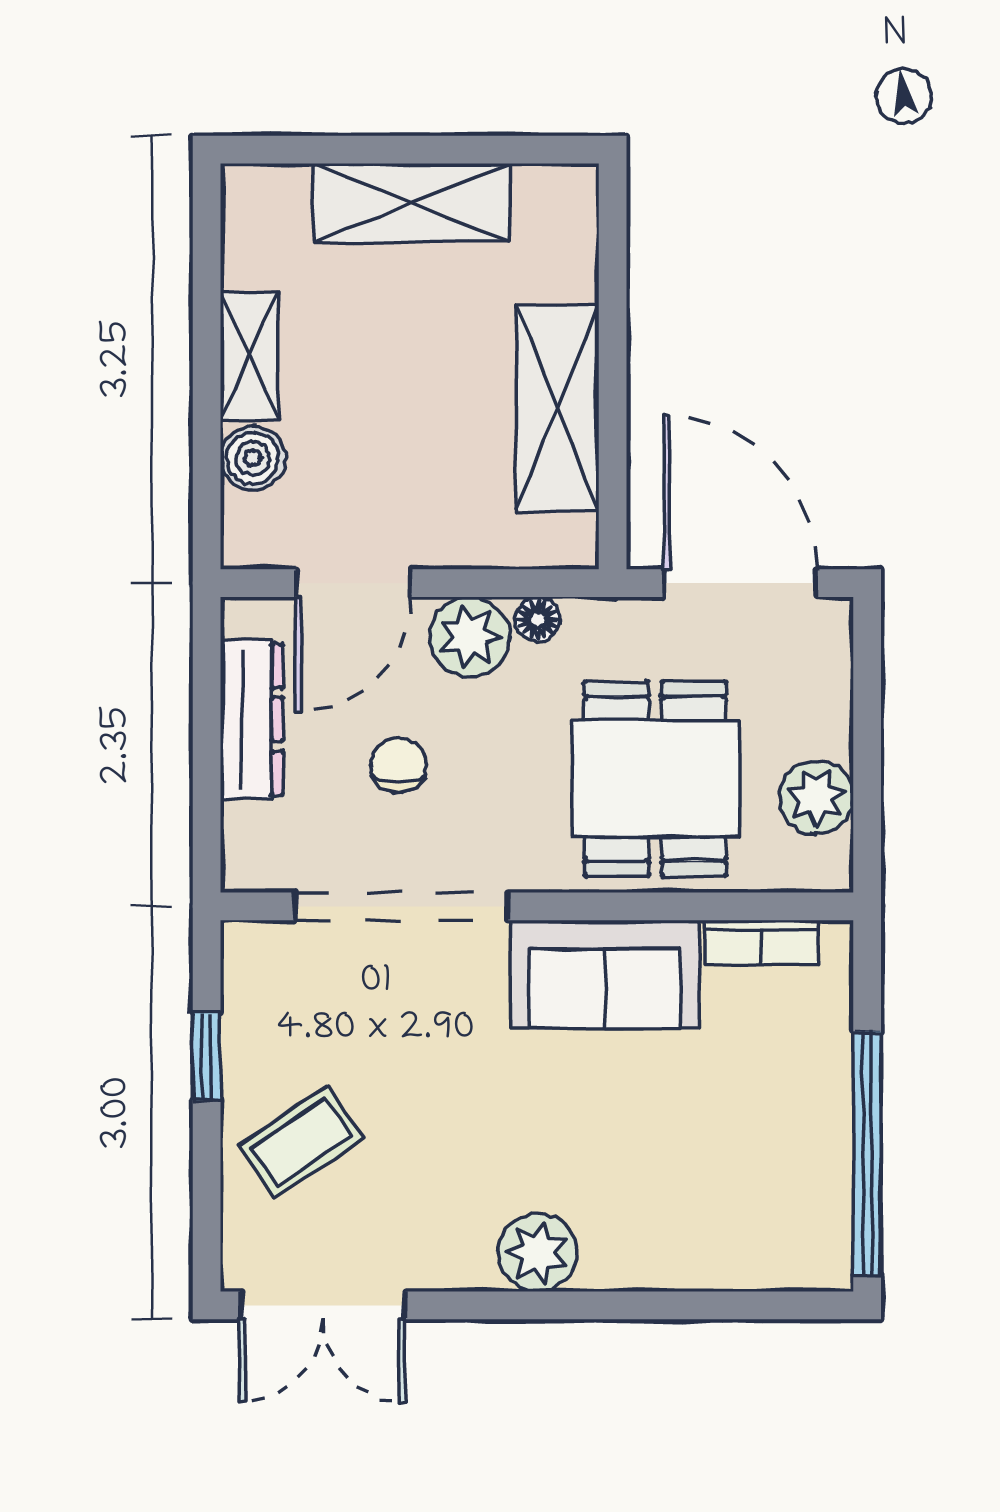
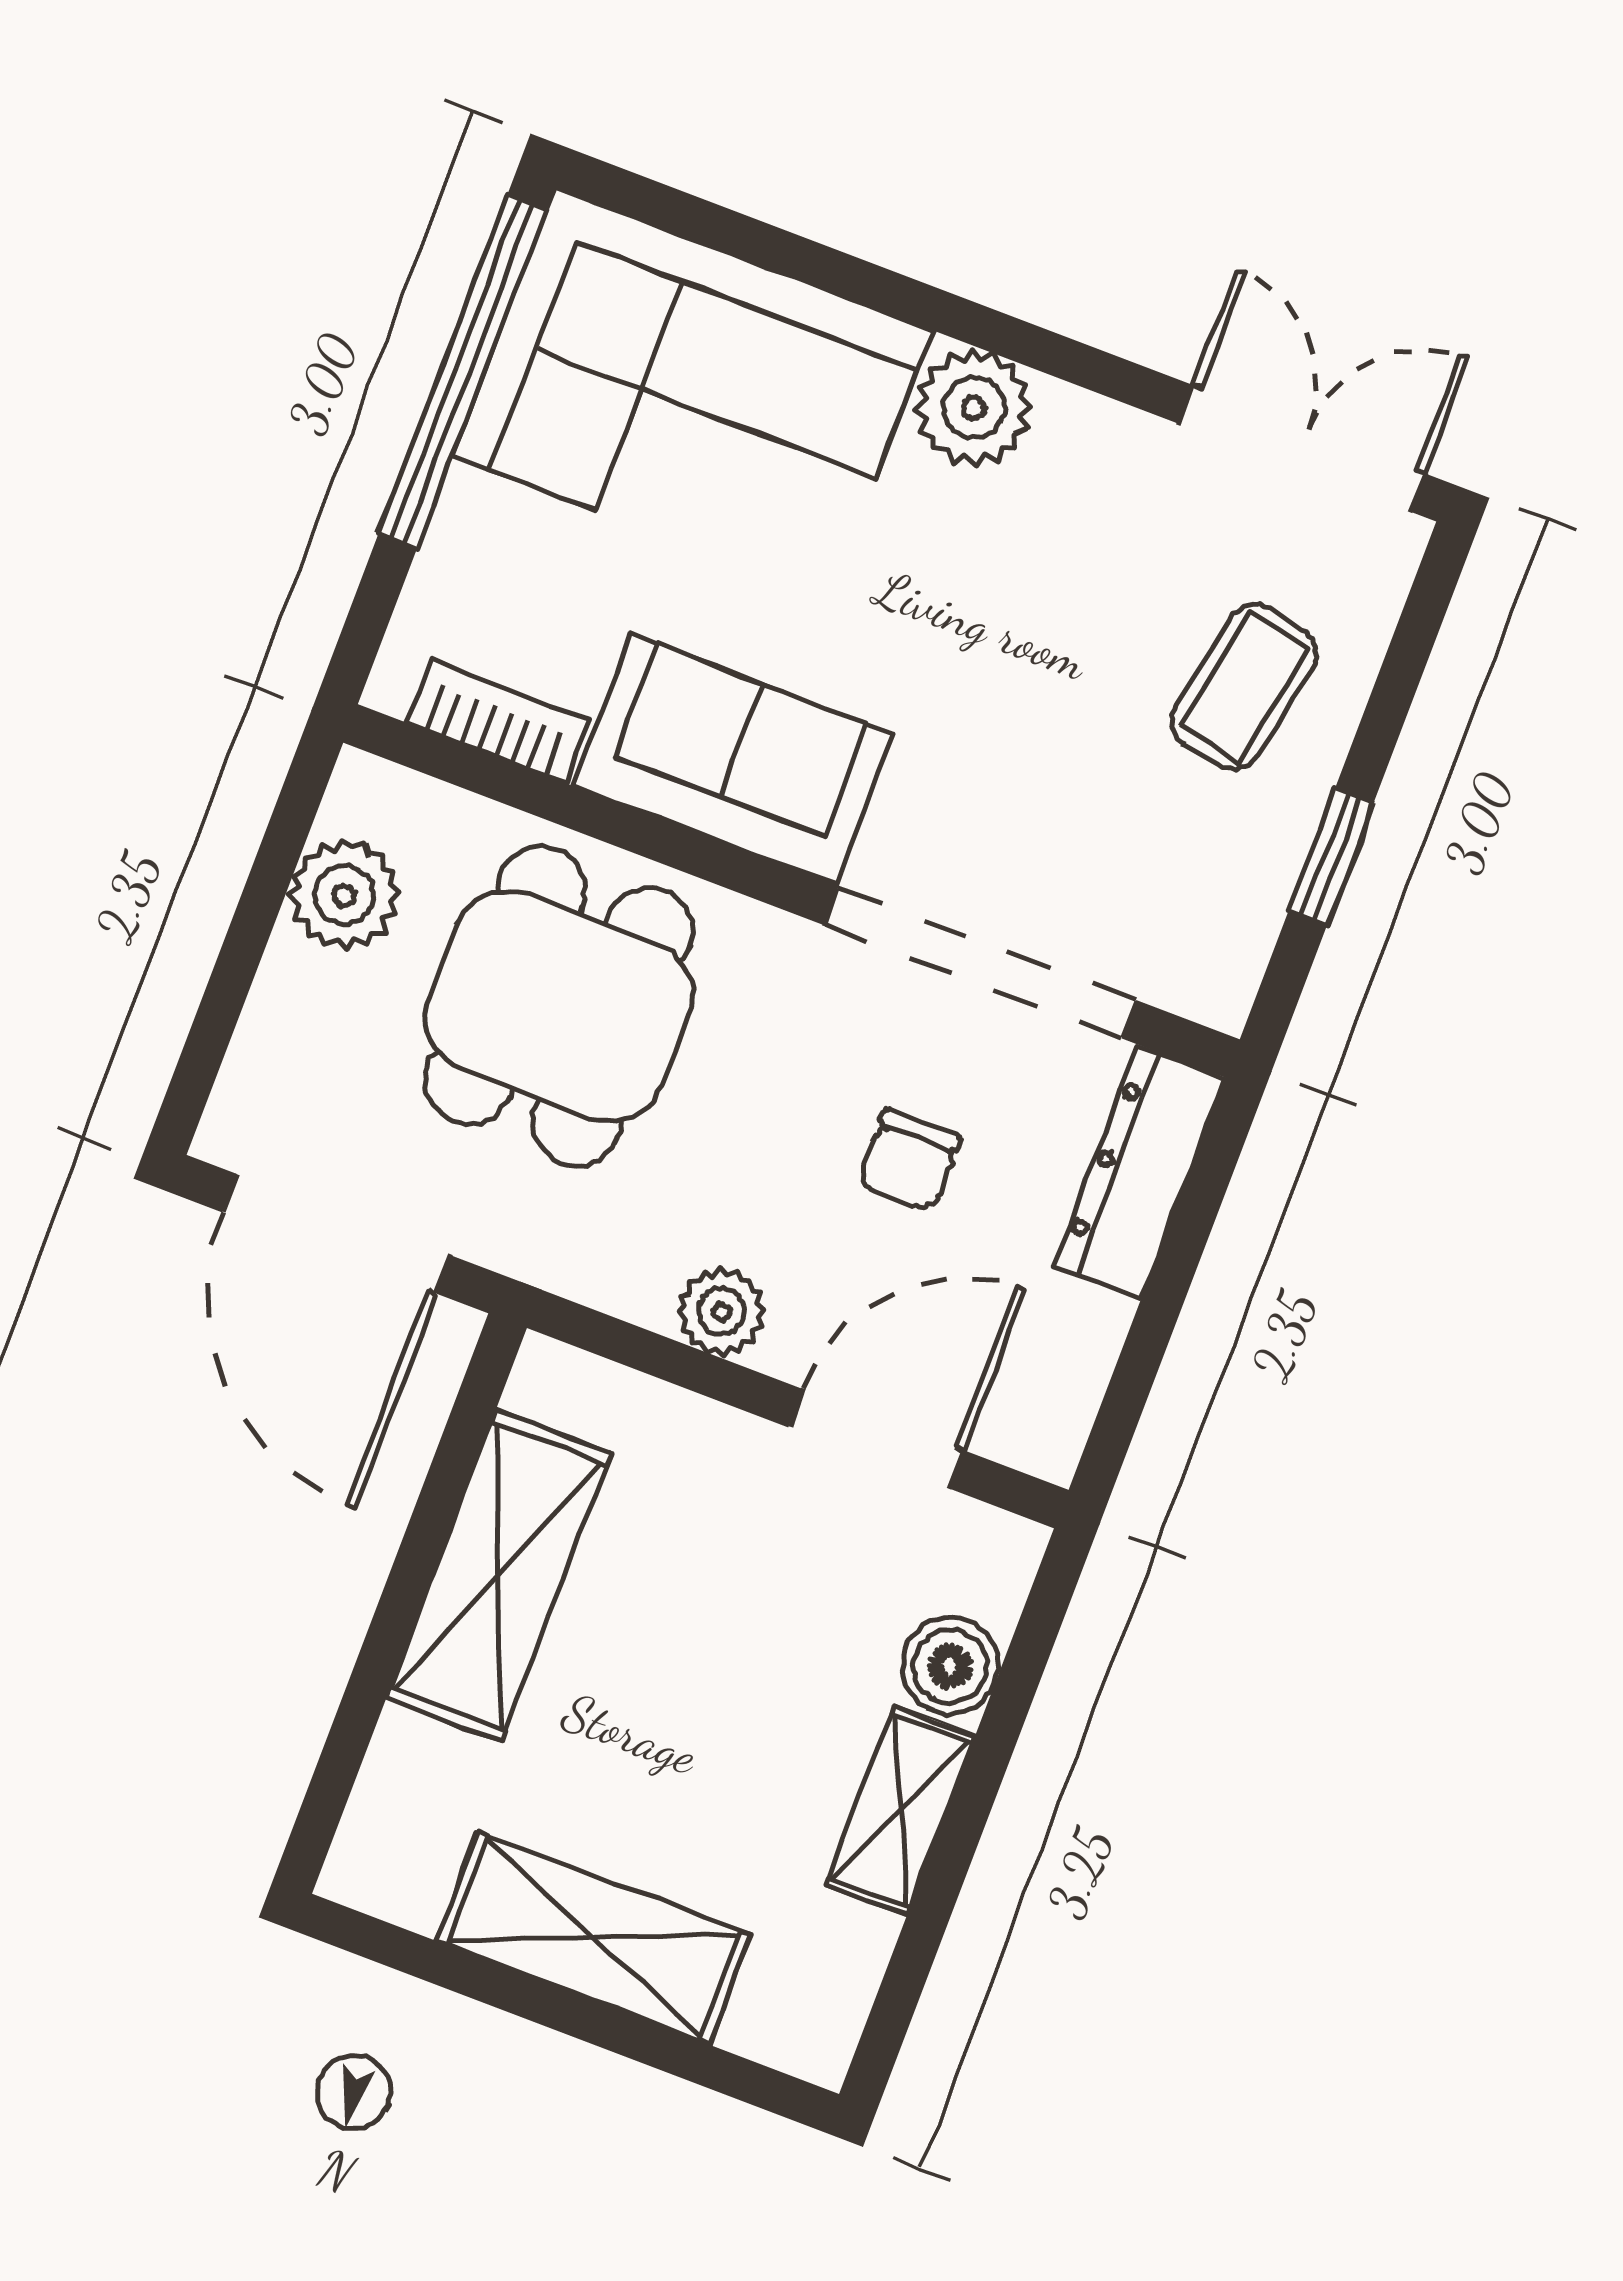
floor lamp: (538, 619) -> (638, 1291), removed
plant: (470, 637) -> (722, 1312), width x0.73, depth x0.73
dresser: (252, 720) -> (1139, 1172), moved
coffee table: (302, 1142) -> (1244, 687), turned -45
corner sofa: (718, 1195) -> (692, 393), added

